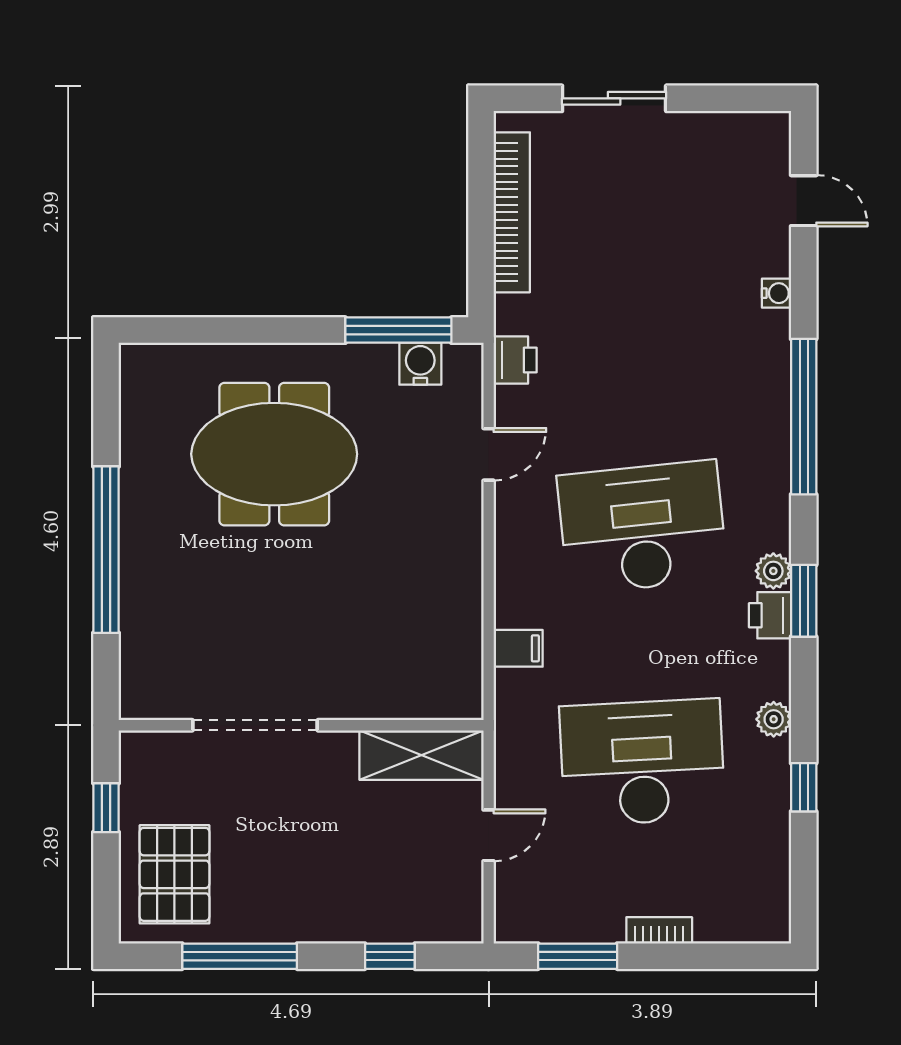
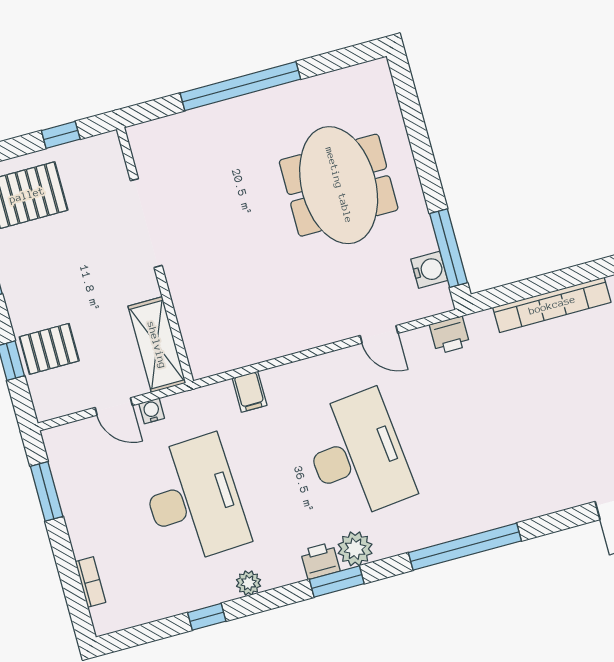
water cooler: (776, 293) -> (152, 411), moved, turned 180
plant: (773, 571) -> (355, 549), width x1.38, depth x1.38
pallet: (388, 901) -> (49, 349), added
bookcase: (659, 930) -> (90, 582), moved

